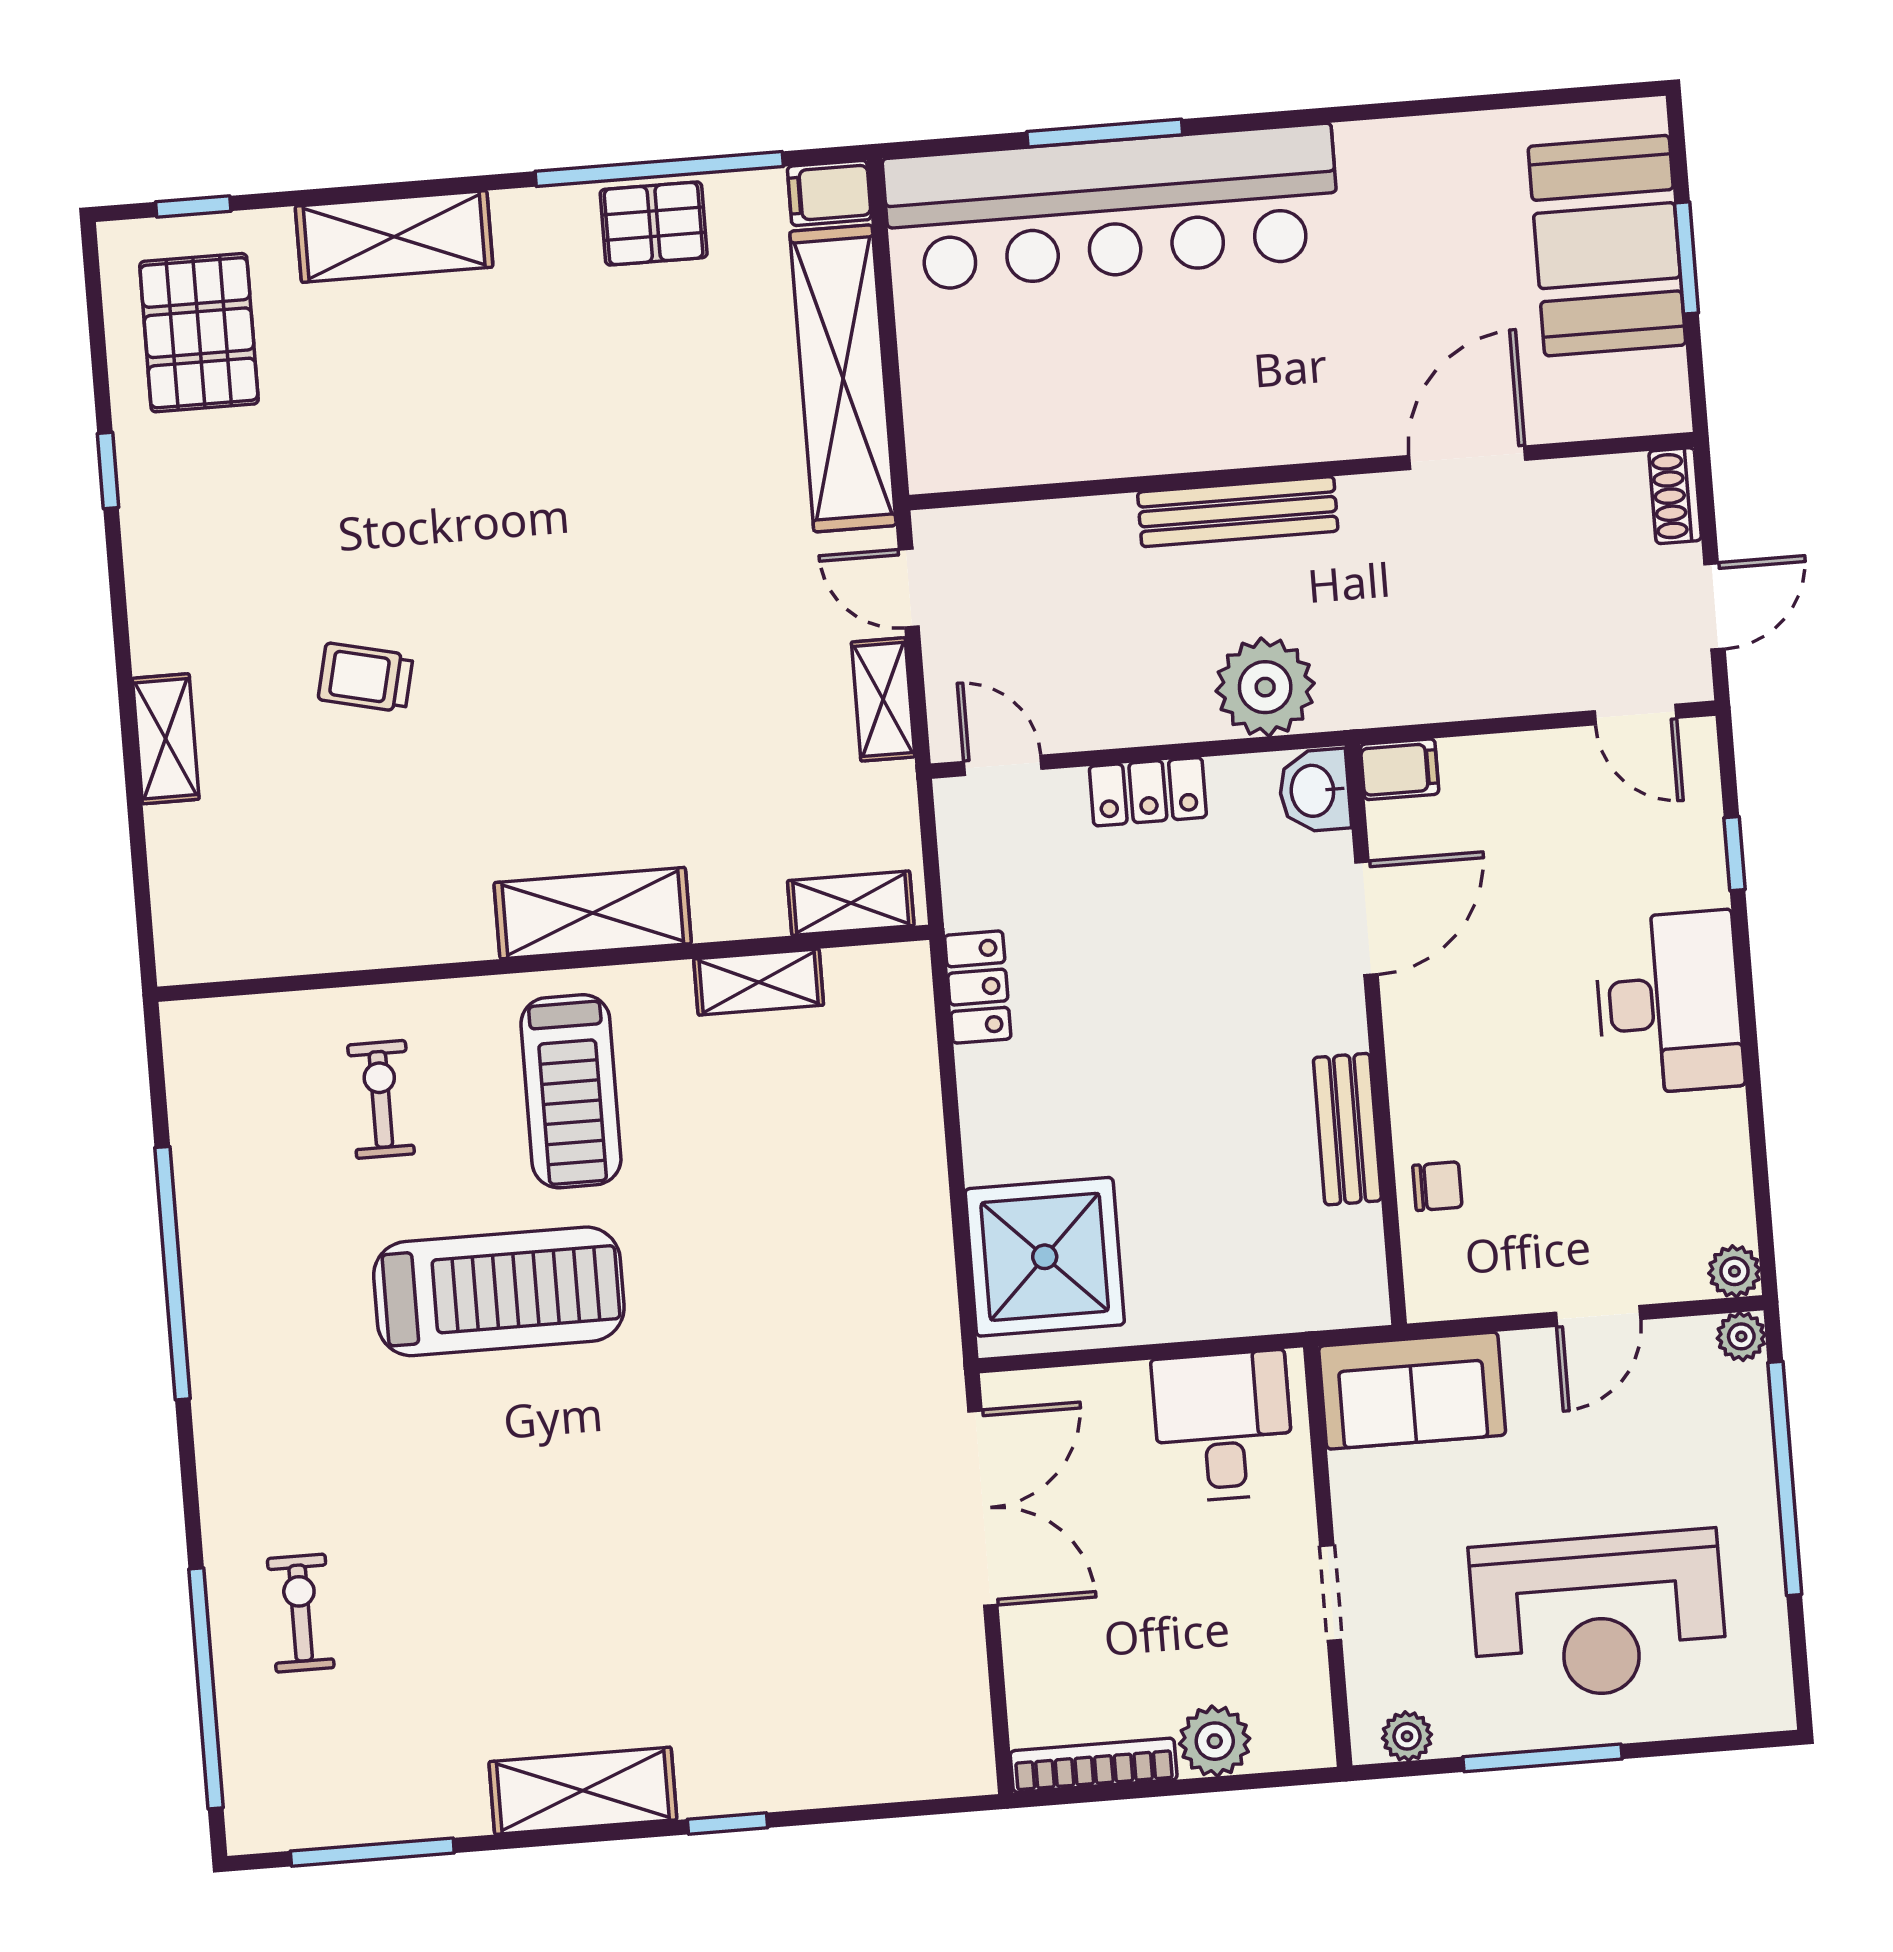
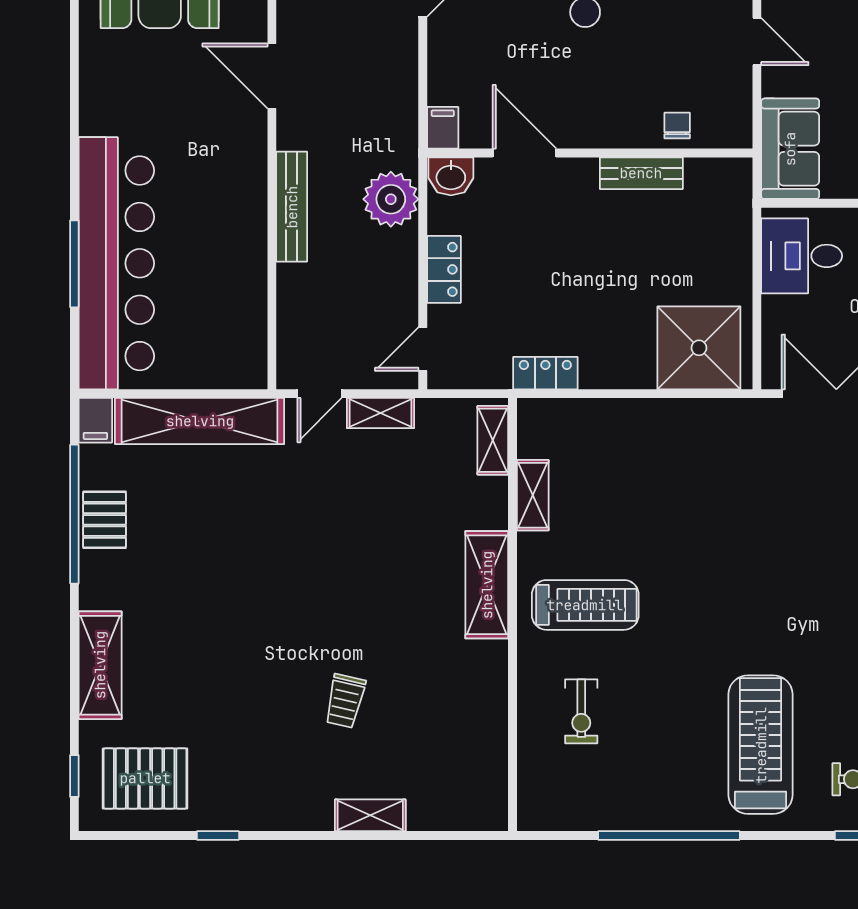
exercise bike: (381, 1099) -> (581, 711), turned -90
treadmill: (499, 1291) -> (761, 745), moved

